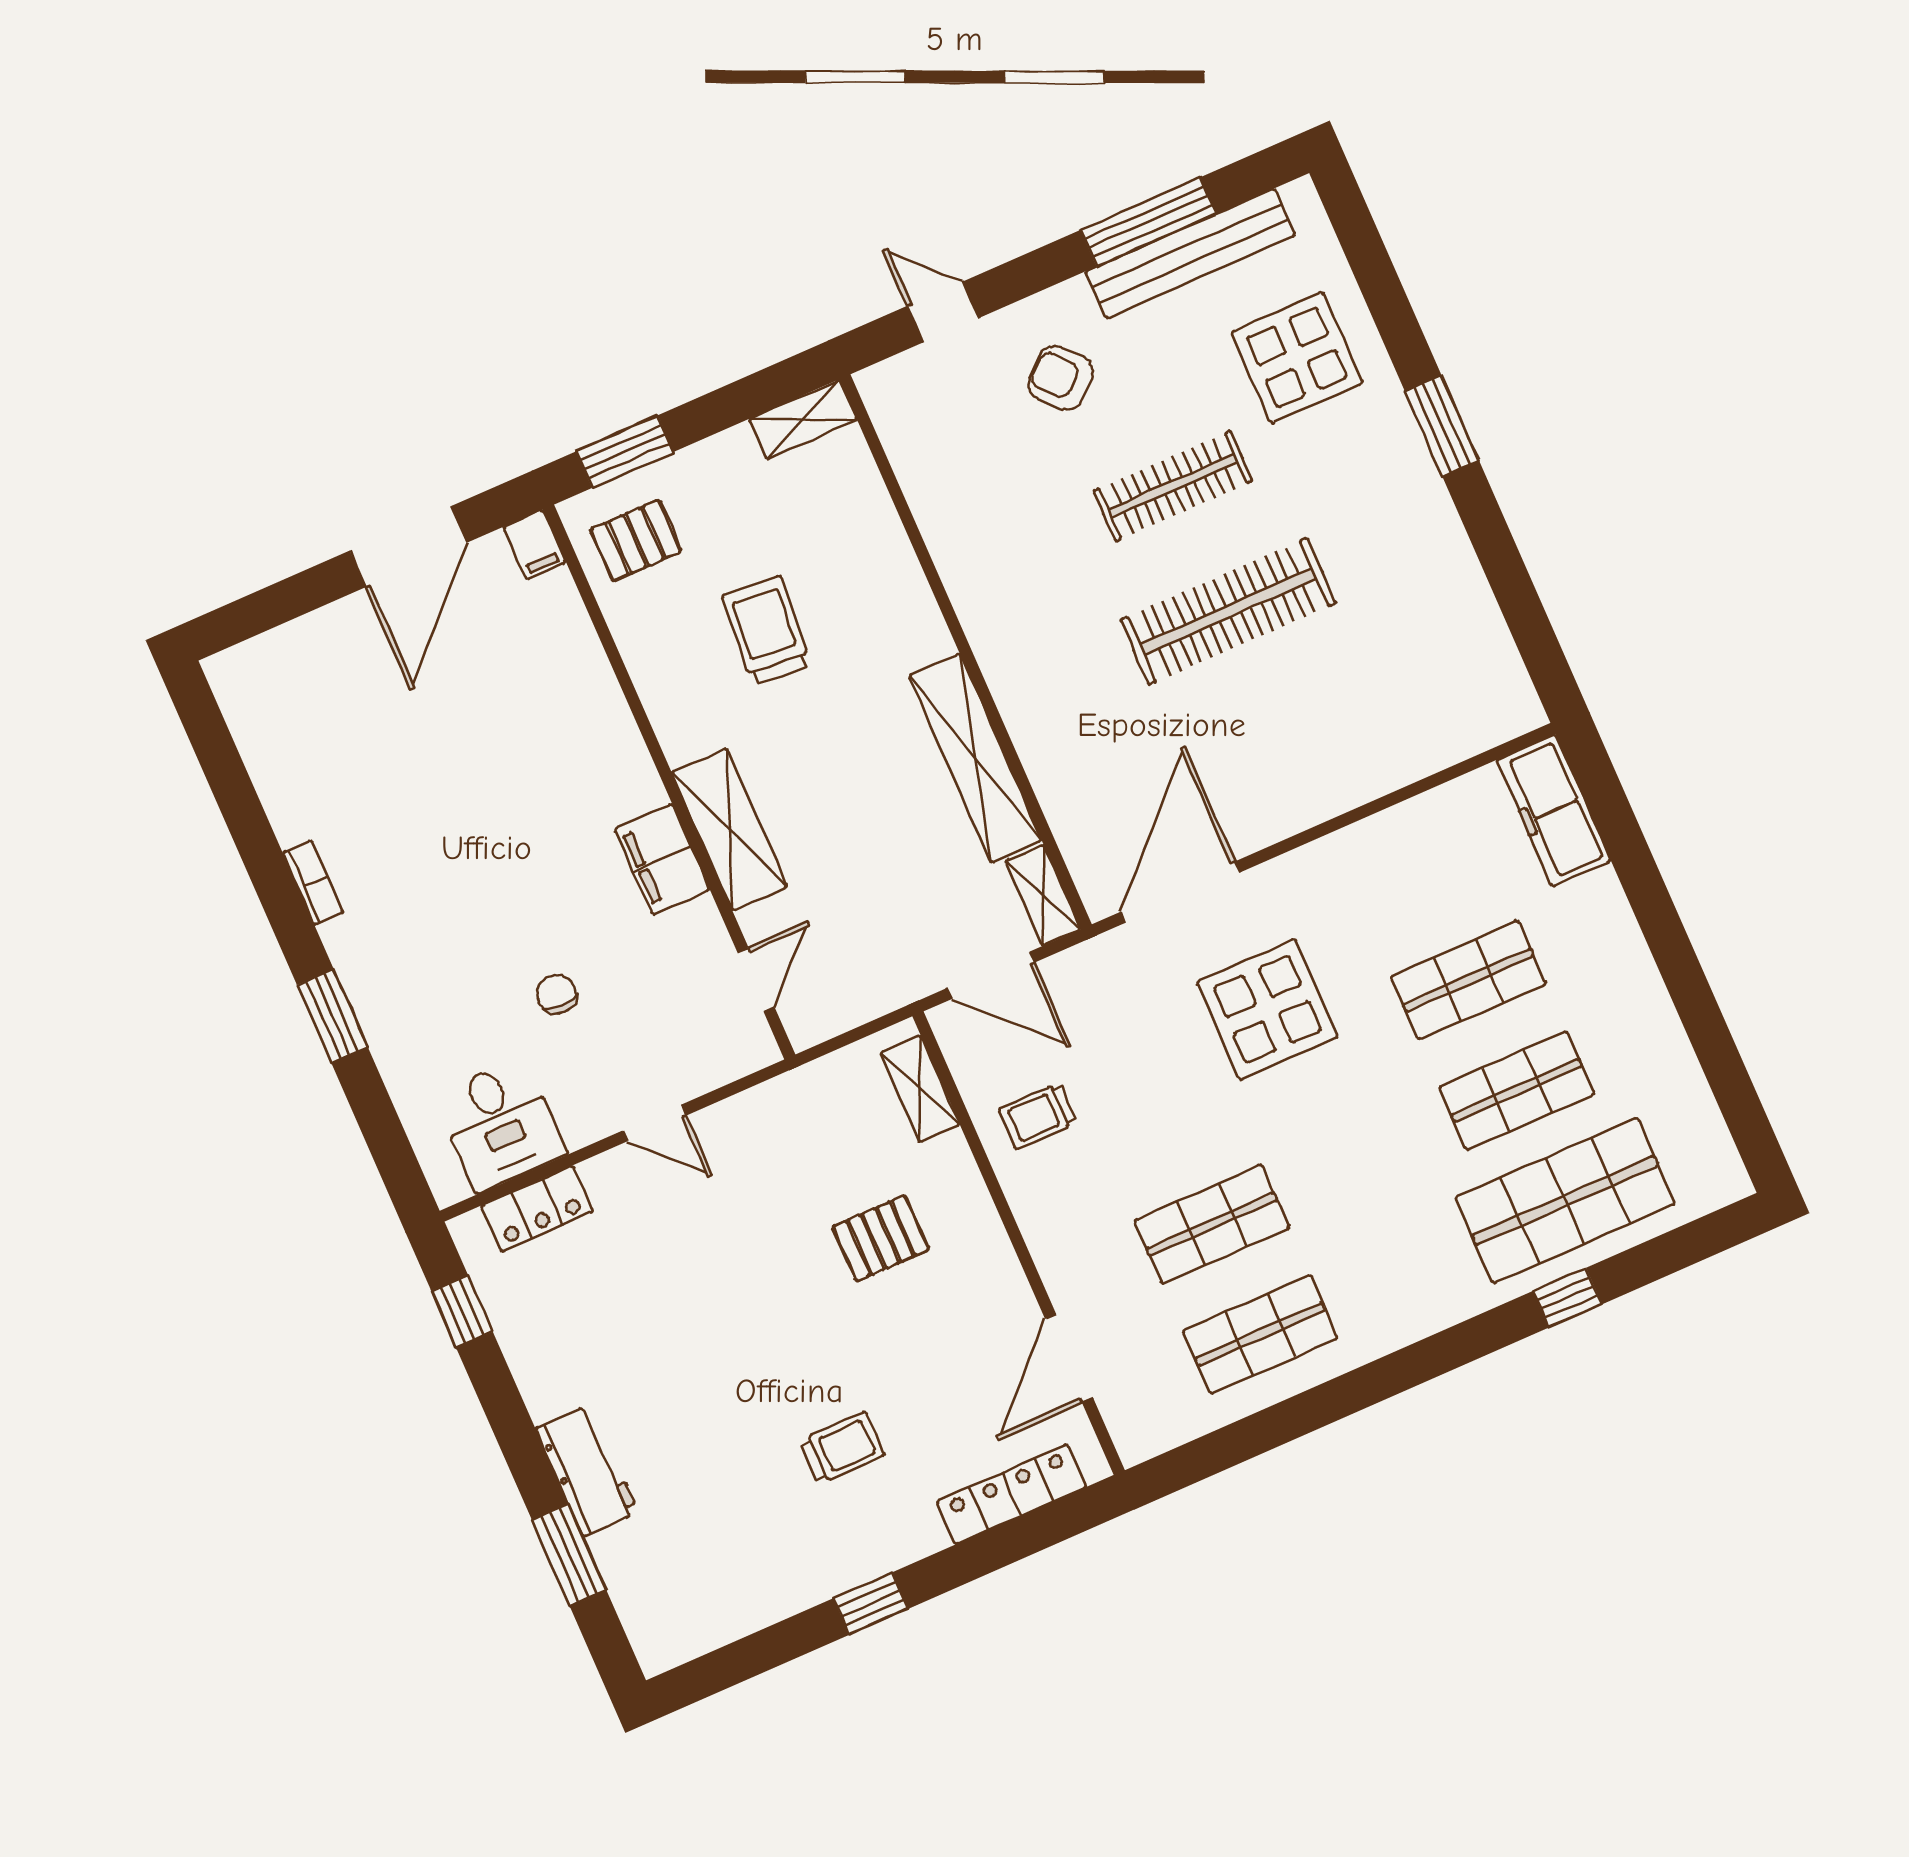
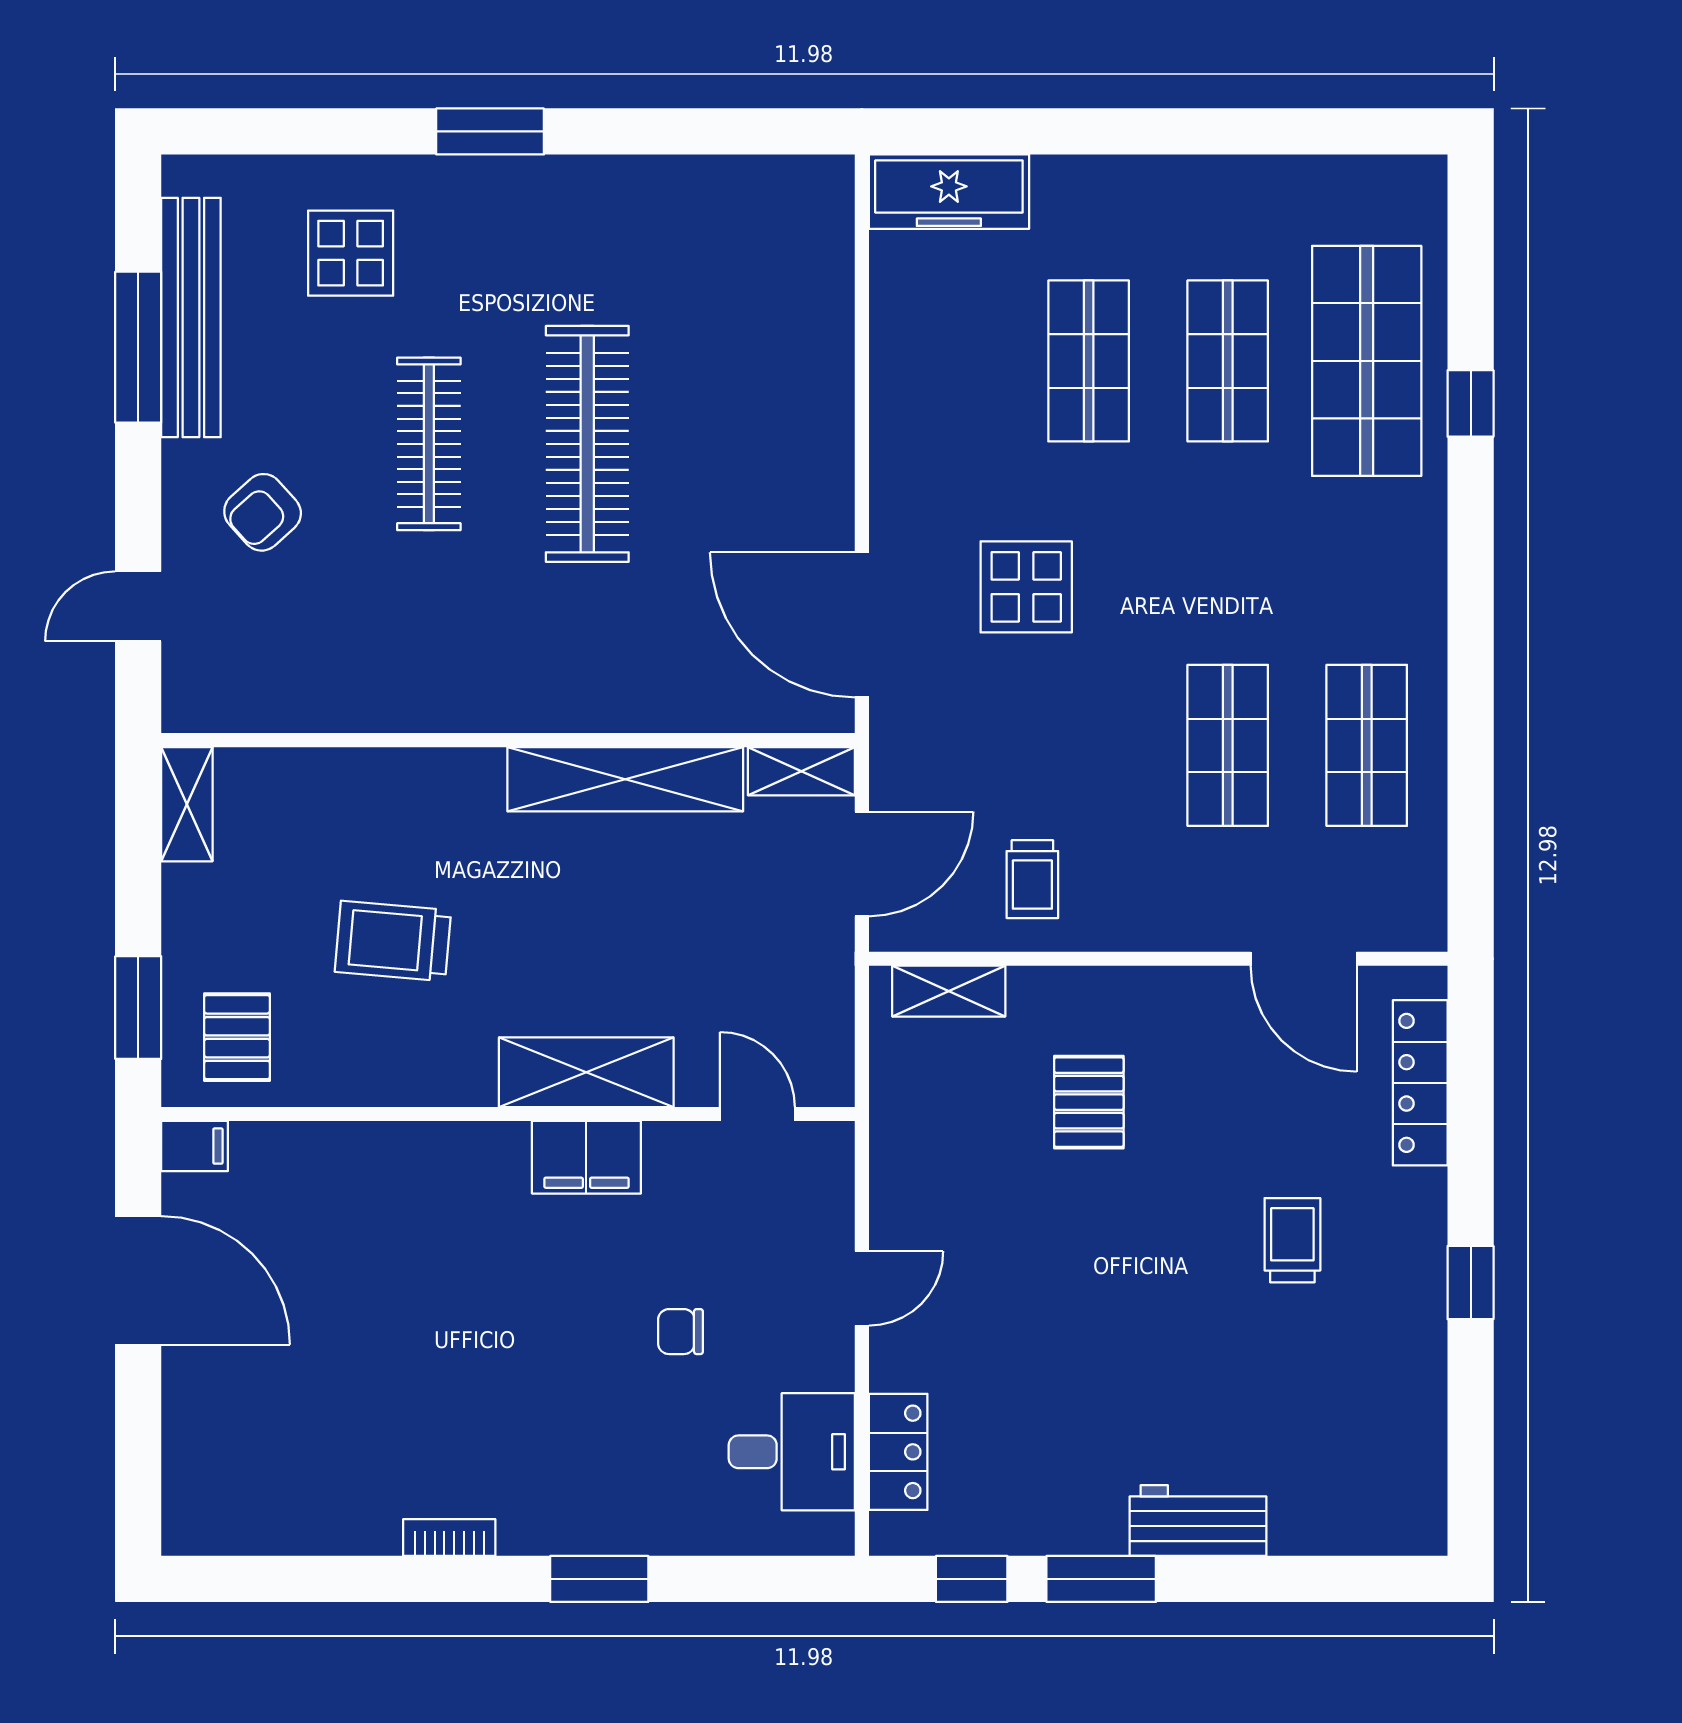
display table: (1297, 358) -> (351, 253), width x0.73, depth x0.73
display table: (1267, 1009) -> (1026, 587), width x0.73, depth x0.73
window: (569, 1555) -> (1101, 1579), moved

